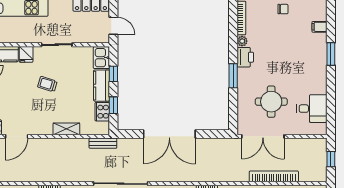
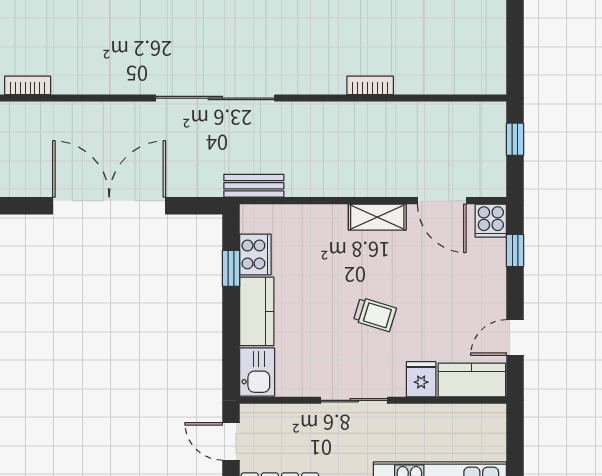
window: (113, 74) -> (231, 337), removed
shelving: (66, 129) -> (377, 217), moved
door: (17, 136) -> (442, 201), swing flipped

